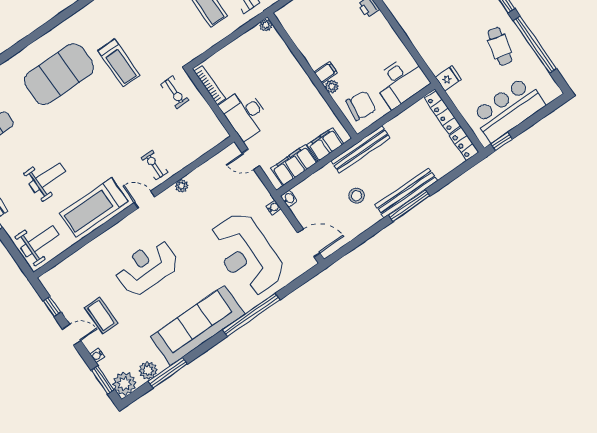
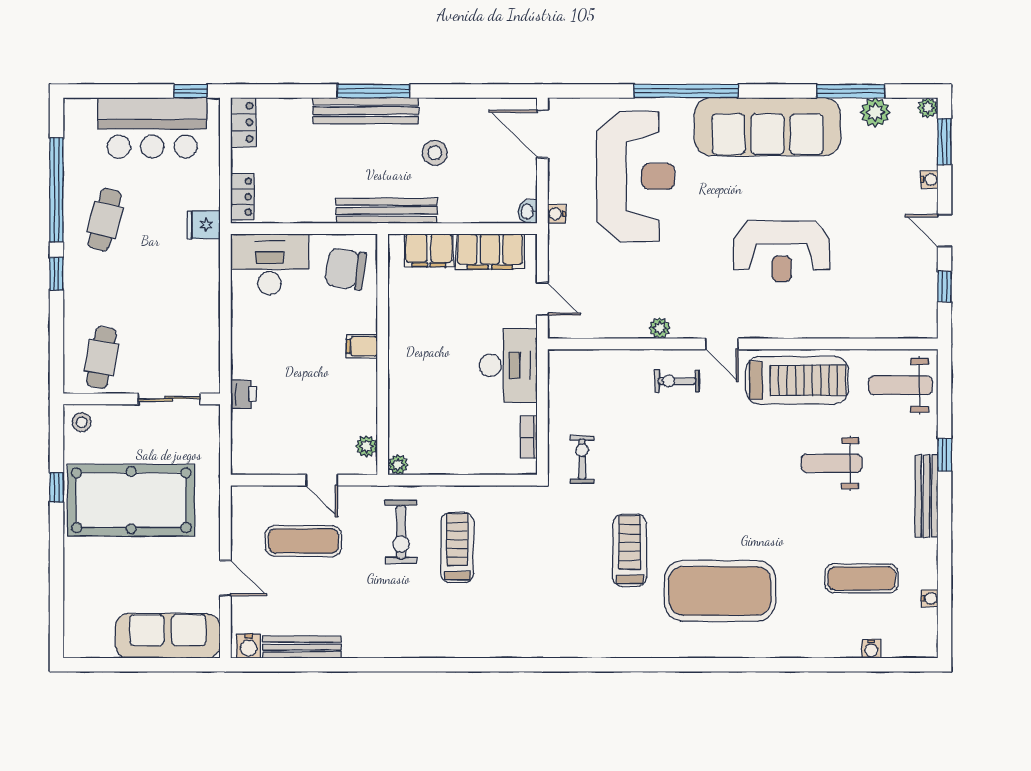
bookcase: (210, 85) -> (529, 437), width x0.64
plant: (332, 86) -> (366, 446), moved
locker: (443, 112) -> (242, 197), width x0.66
exercise bike: (154, 165) -> (677, 381), turned 90
coffee table: (101, 315) -> (887, 229), removed
plant: (124, 383) -> (928, 108), width x0.53, depth x0.53

